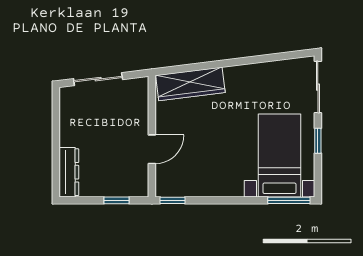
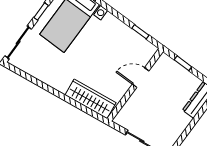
window: (173, 200) -> (140, 32), moved

